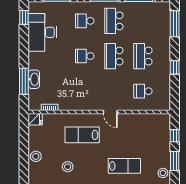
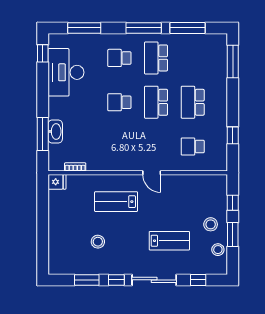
window: (175, 67) -> (233, 135), moved
stool: (36, 156) -> (211, 224), moved

